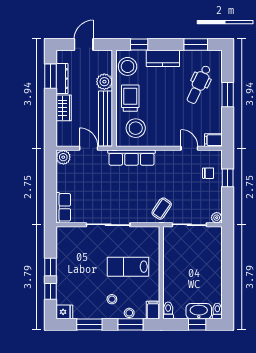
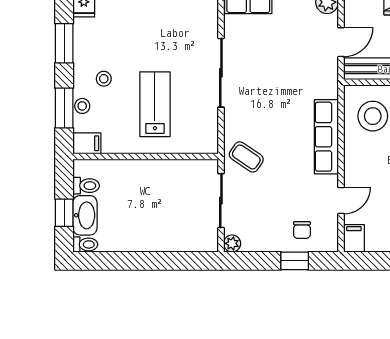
row of seats: (131, 158) -> (326, 137), moved
toilet: (168, 310) -> (86, 186), moved

